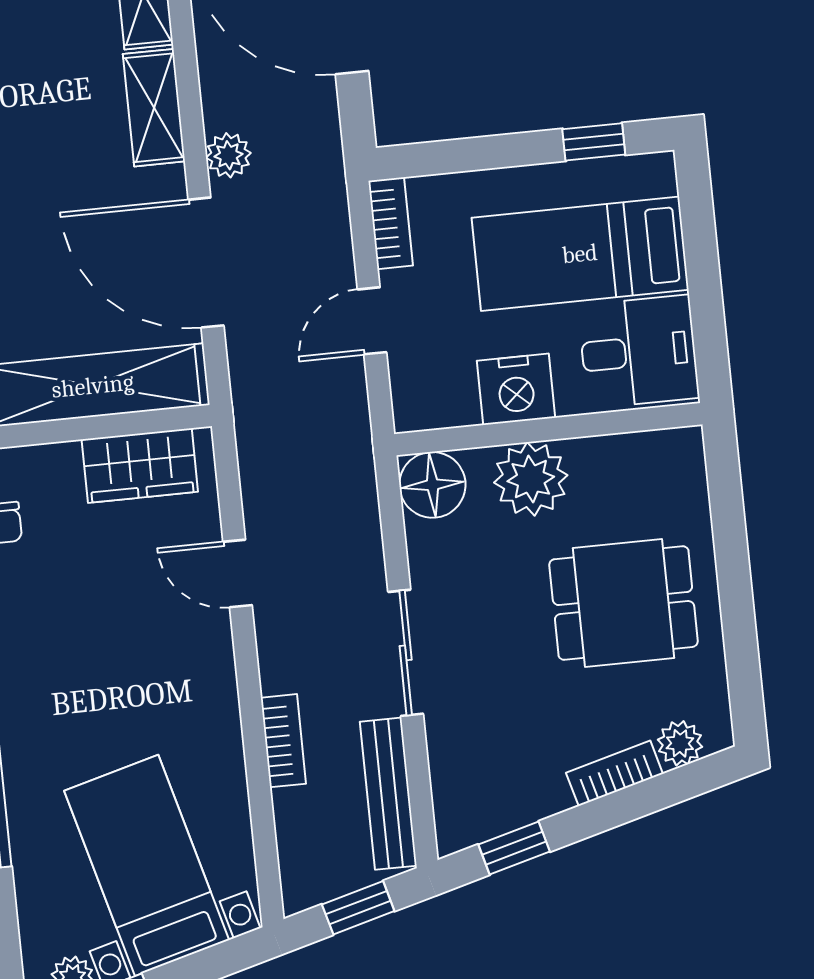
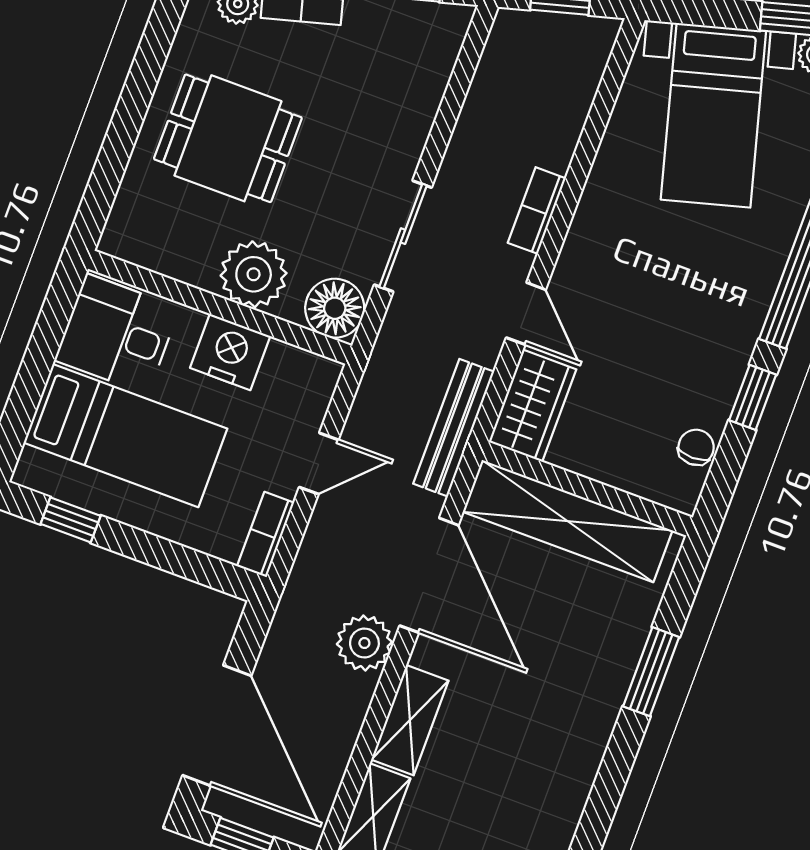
plant: (228, 155) -> (364, 643), width x1.38, depth x1.38
wardrobe: (140, 466) -> (532, 406), moved, turned 90
sliding door: (406, 653) -> (403, 236), moved
bookcase: (283, 741) -> (537, 211), moved
bench: (388, 794) -> (454, 428), moved

